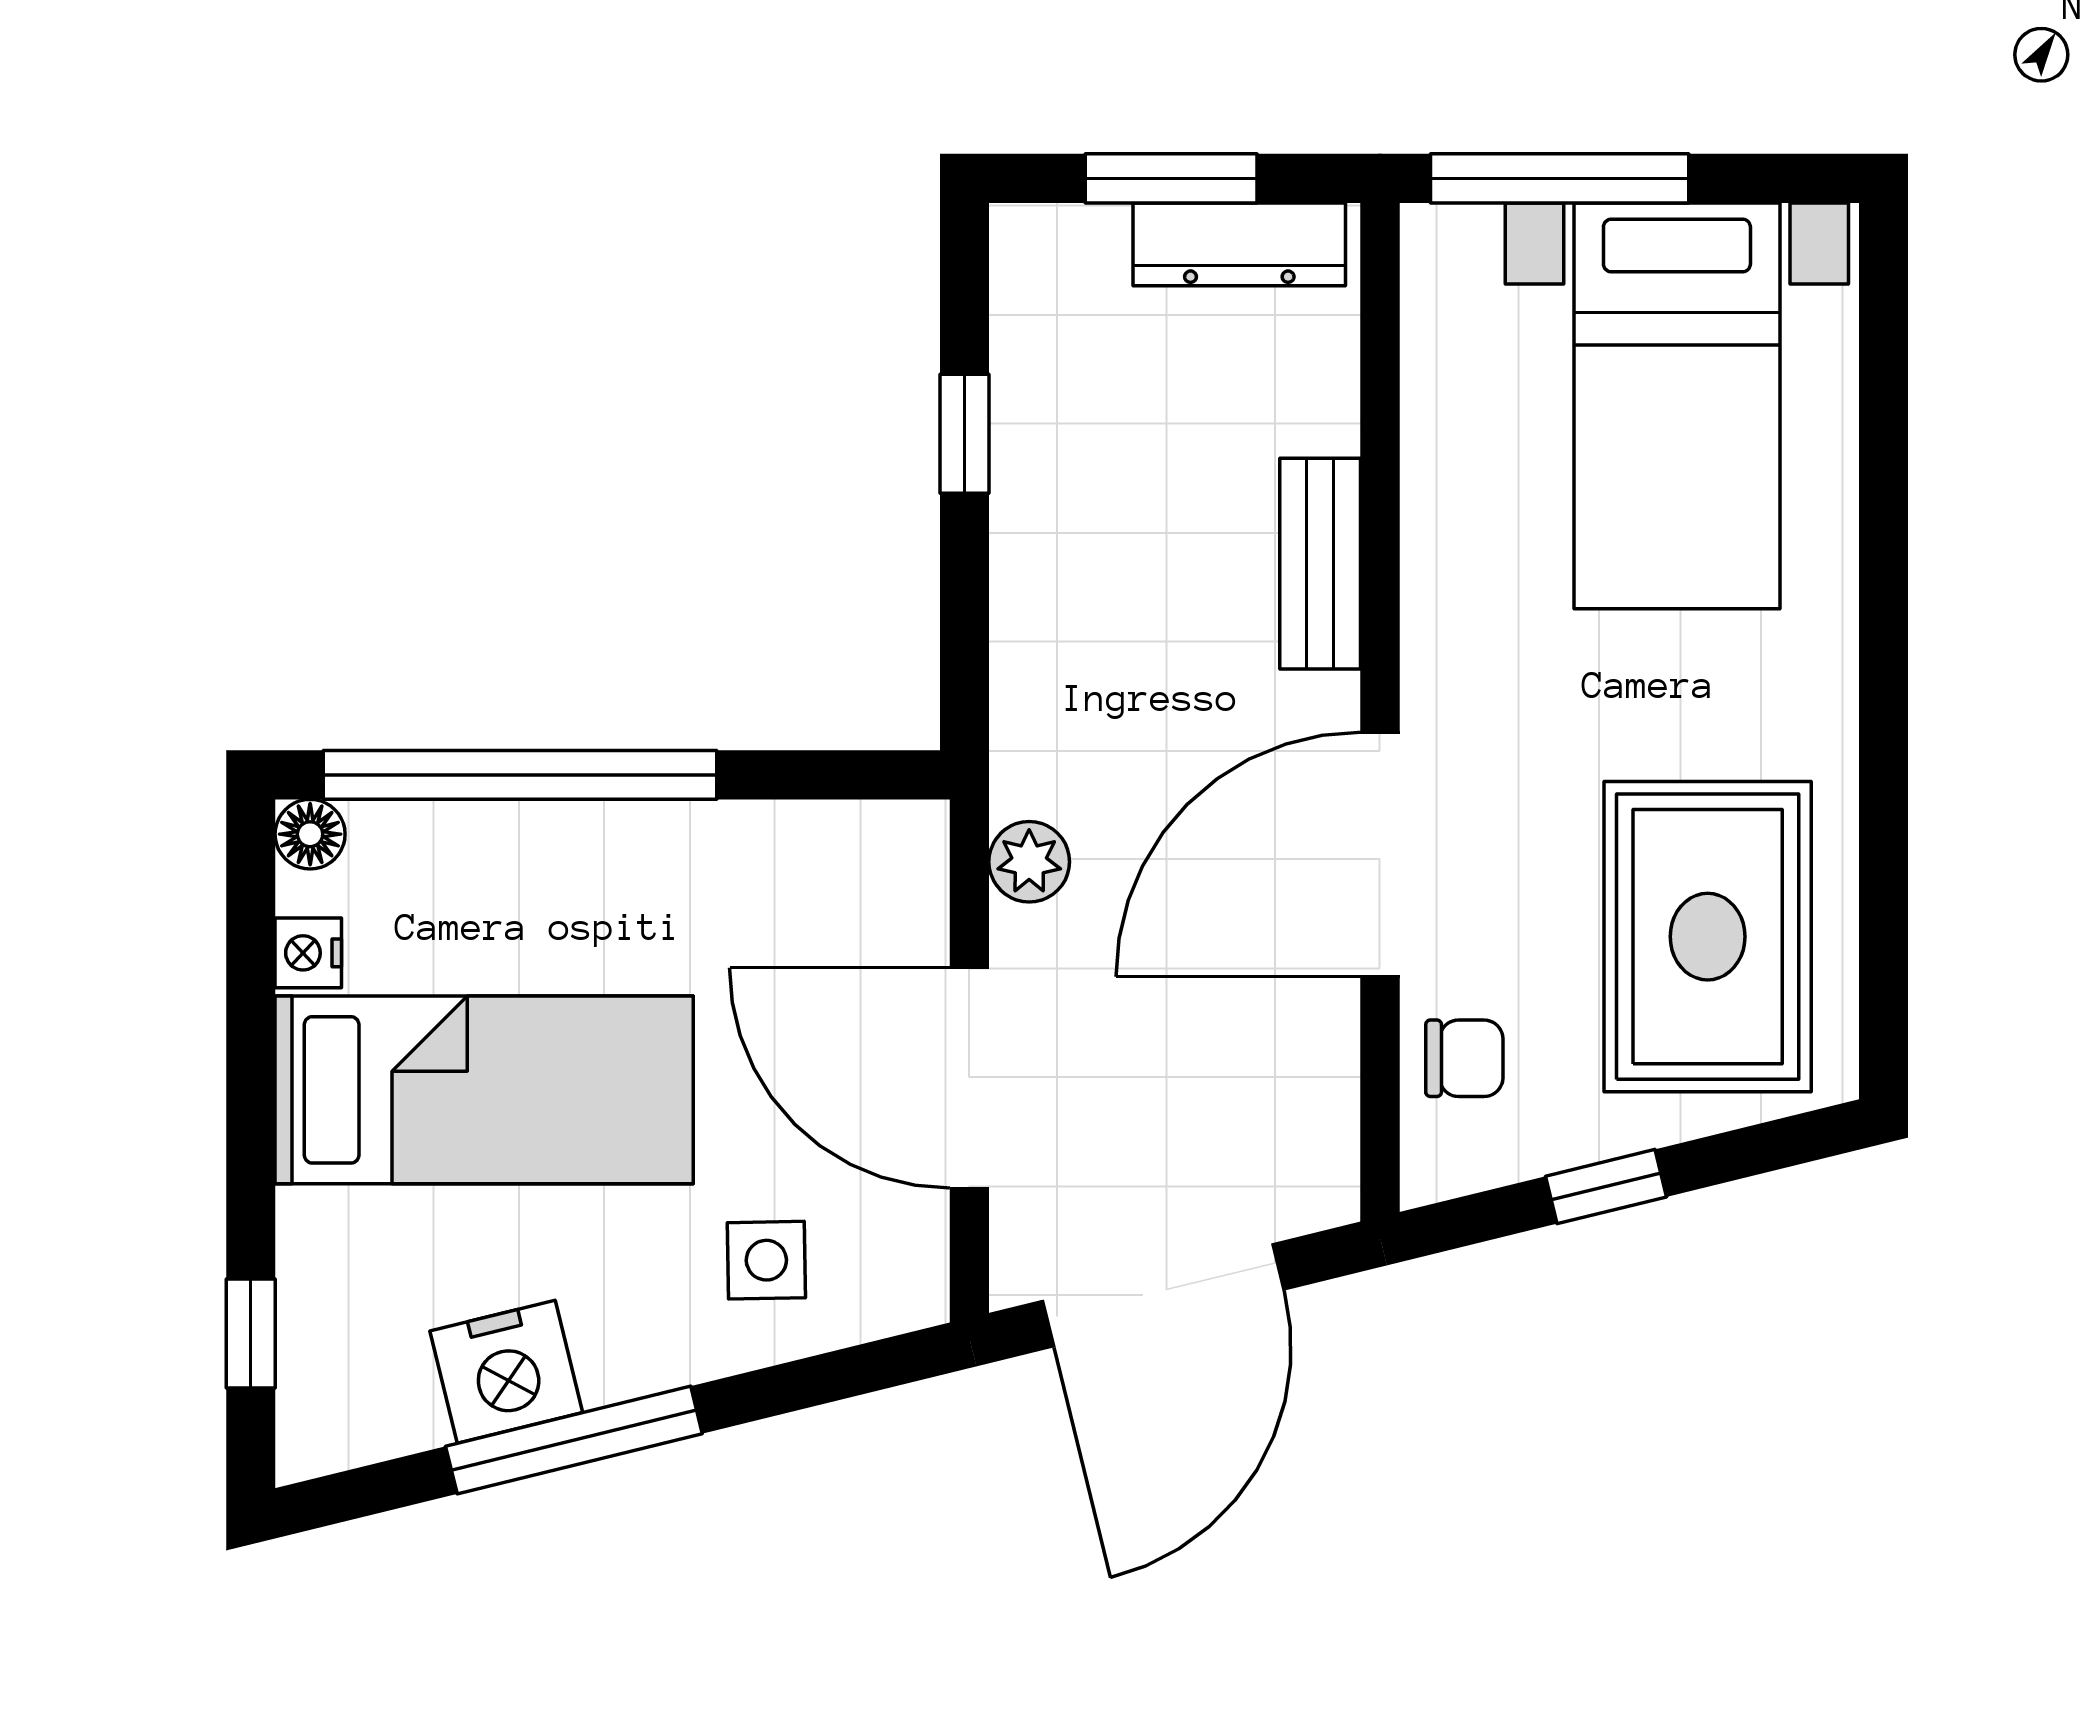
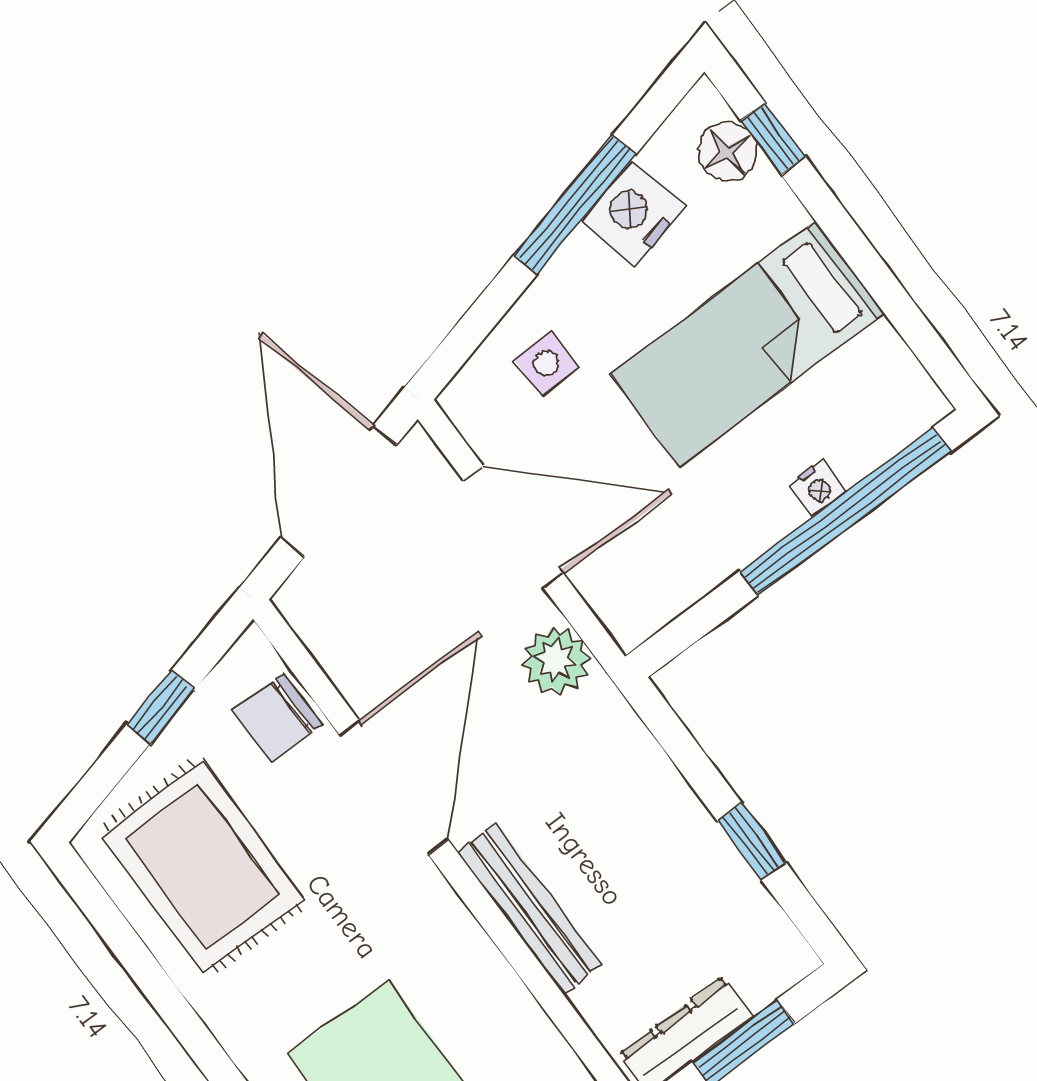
bench: (1320, 564) -> (529, 908), width x1.36
floor lamp: (310, 834) -> (728, 152), moved, width x1.37, depth x1.37
plant: (1029, 862) -> (556, 661), width x1.38, depth x1.38
nightstand: (308, 953) -> (818, 488), moved, turned 90
chair: (1464, 1058) -> (277, 718), width x1.37, depth x1.37

